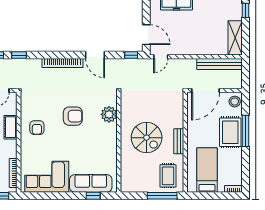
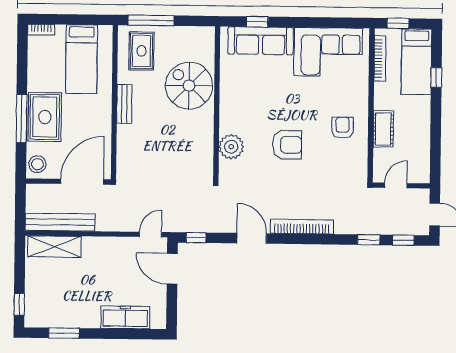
shelving: (235, 38) -> (54, 247), moved, turned 90
armchair: (73, 116) -> (287, 145), turned 180
spiral stairs: (147, 138) -> (189, 86), moved

